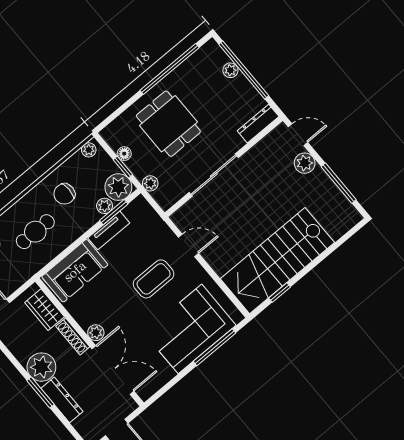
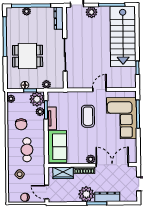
door: (188, 245) -> (100, 90), moved
stairs: (277, 261) -> (123, 36), moved

